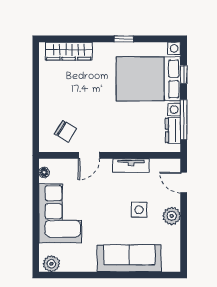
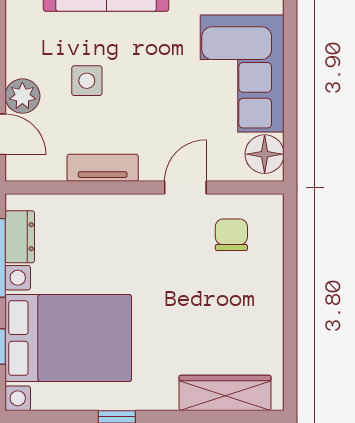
chair: (66, 131) -> (231, 235), turned 58
floor lamp: (44, 172) -> (265, 154), width x1.89, depth x1.89
plant: (172, 216) -> (22, 96), moved

